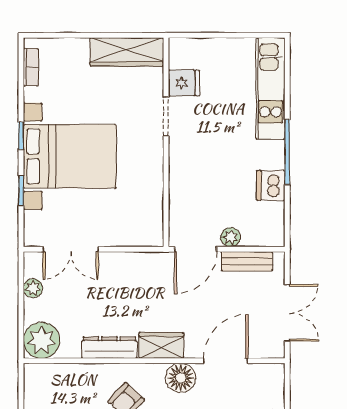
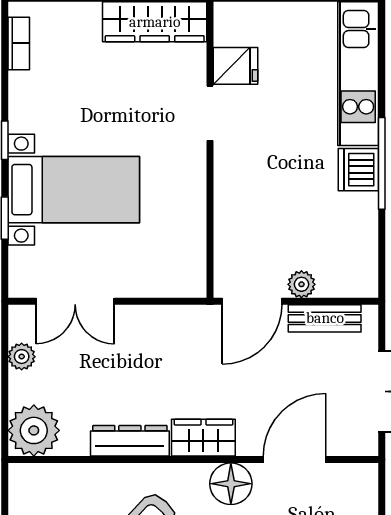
bed with nightstands: (70, 156) -> (74, 190), width x0.73
dishwasher: (271, 185) -> (358, 170), moved

